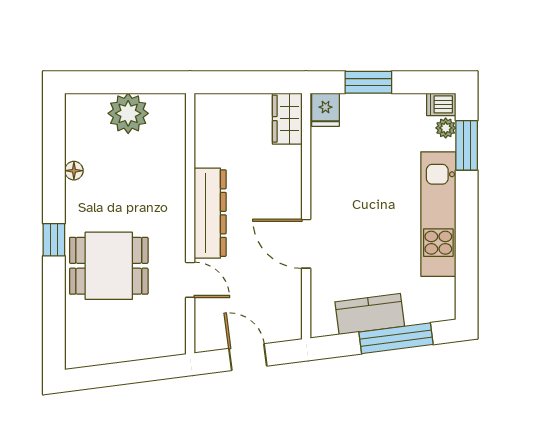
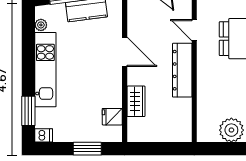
fridge: (326, 110) -> (112, 117), moved, turned -90
wardrobe: (287, 119) -> (136, 101), moved
plant: (446, 128) -> (41, 25), moved

